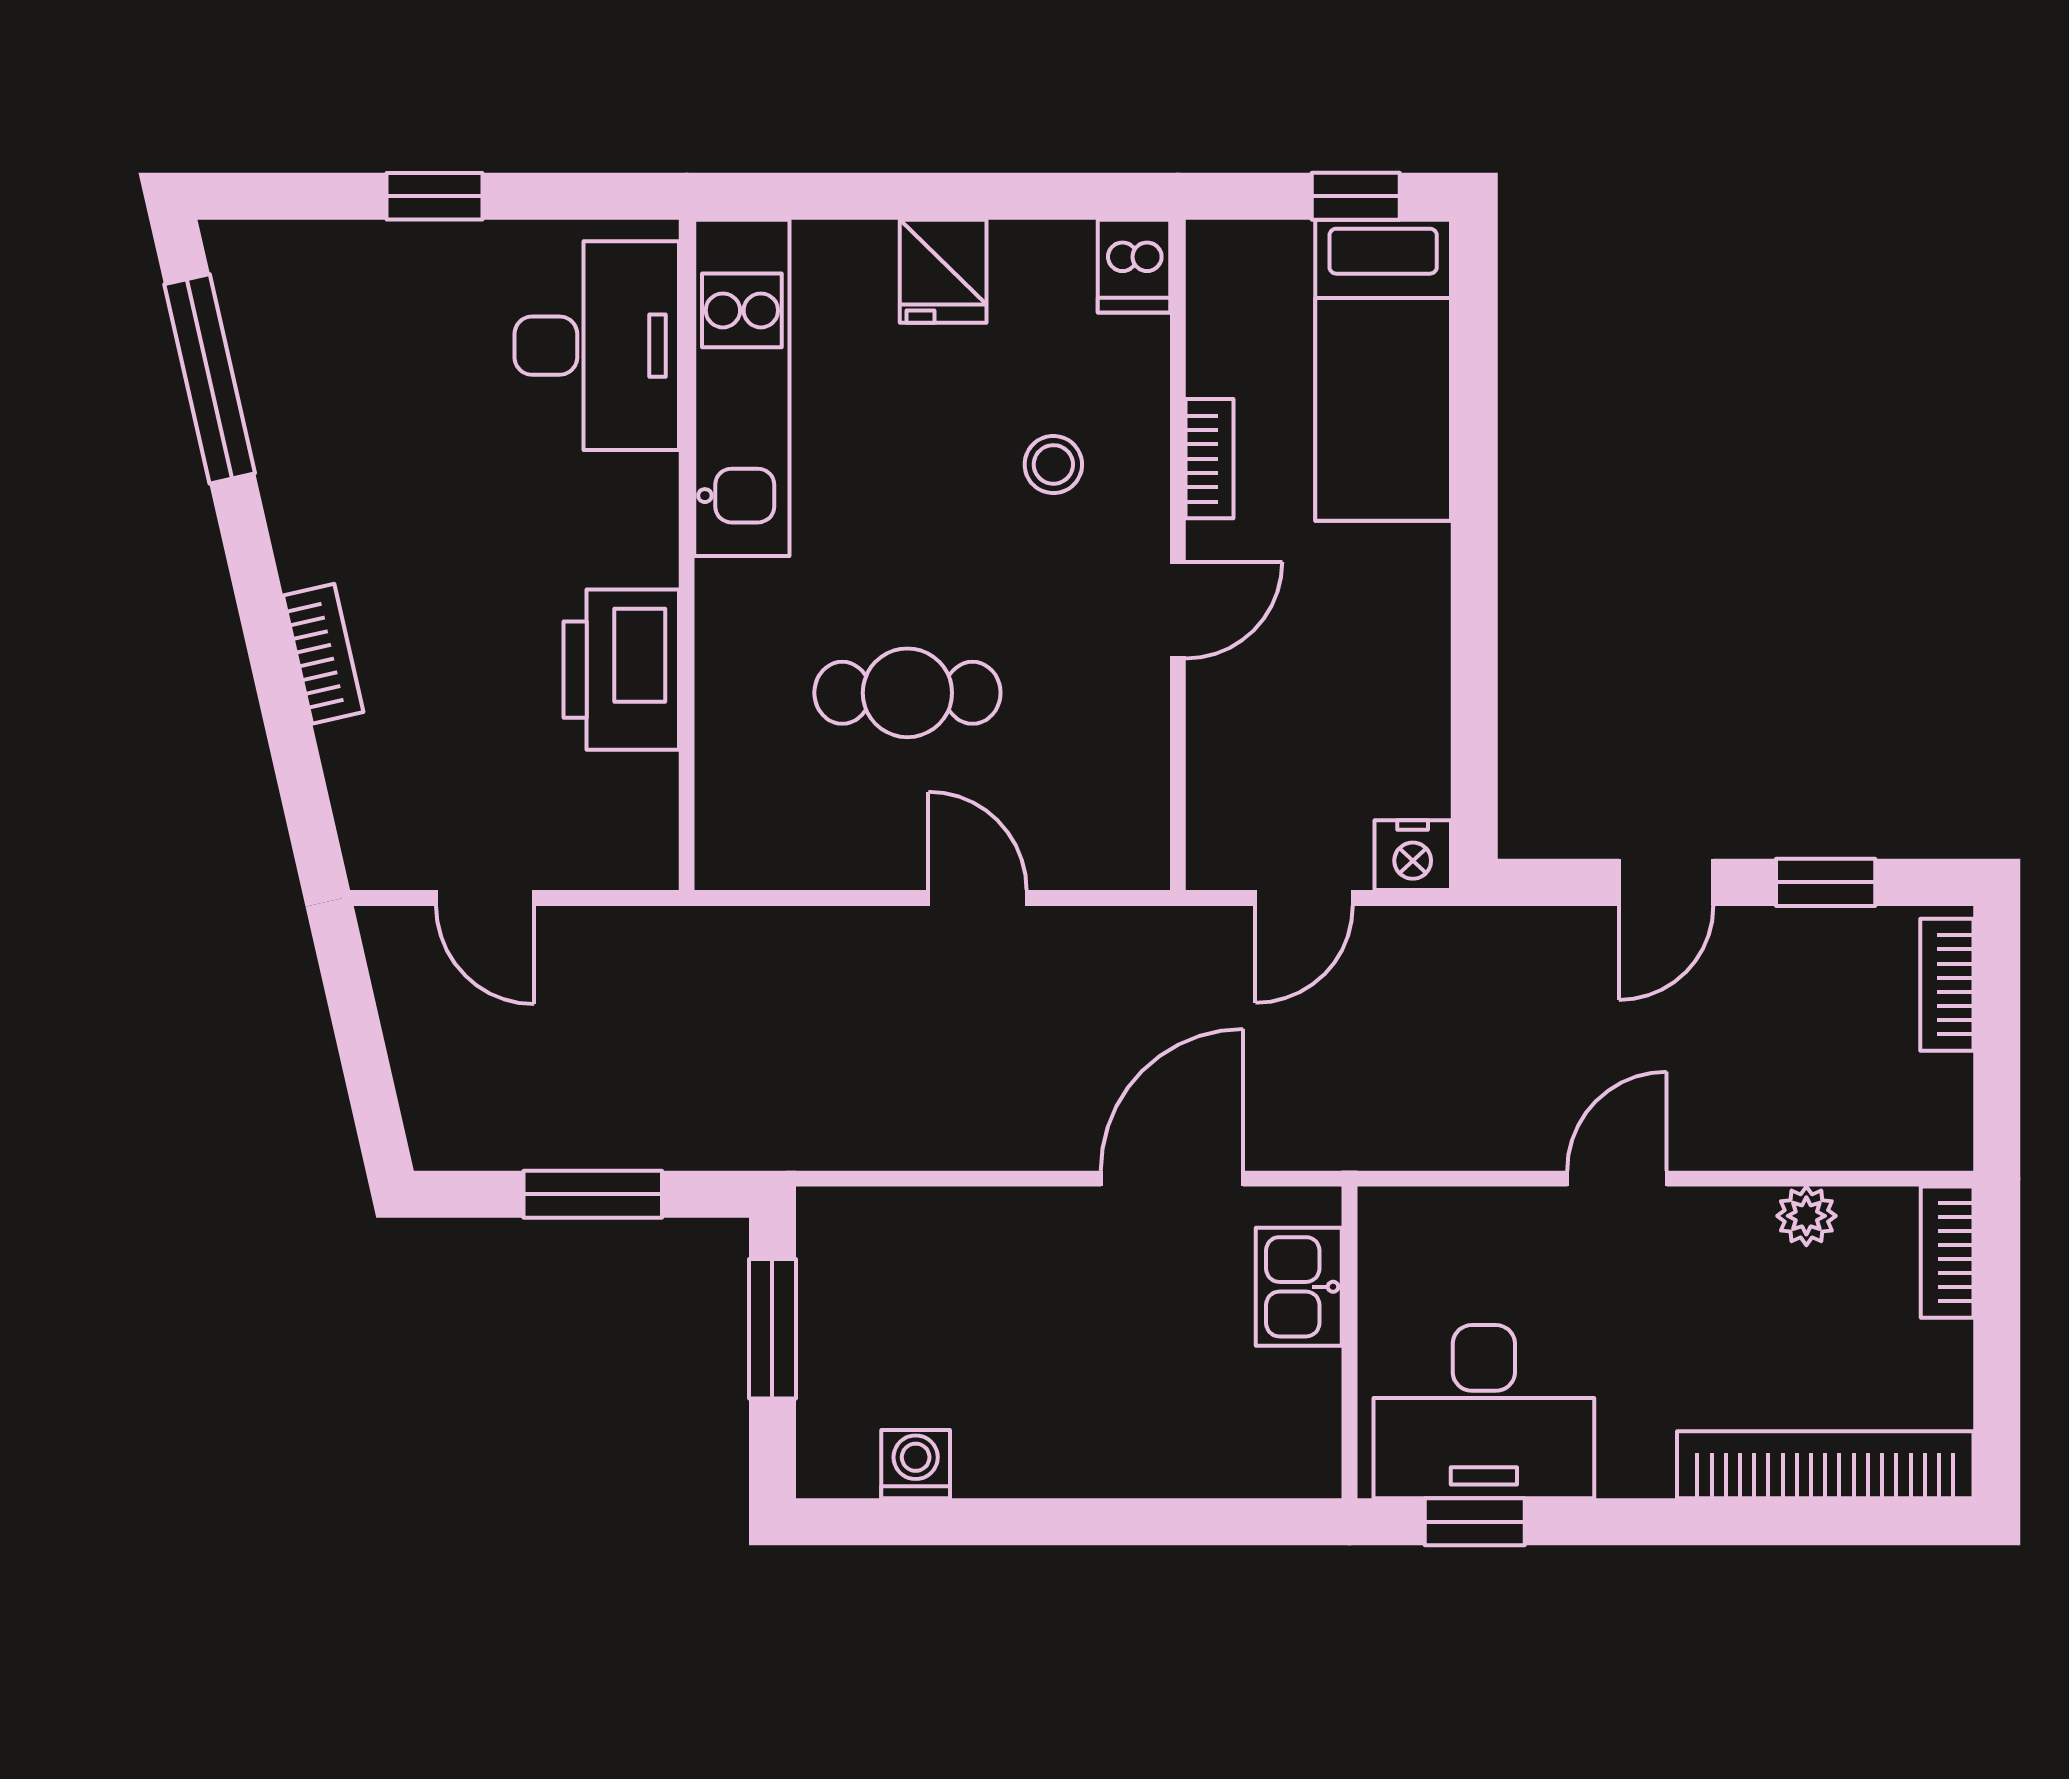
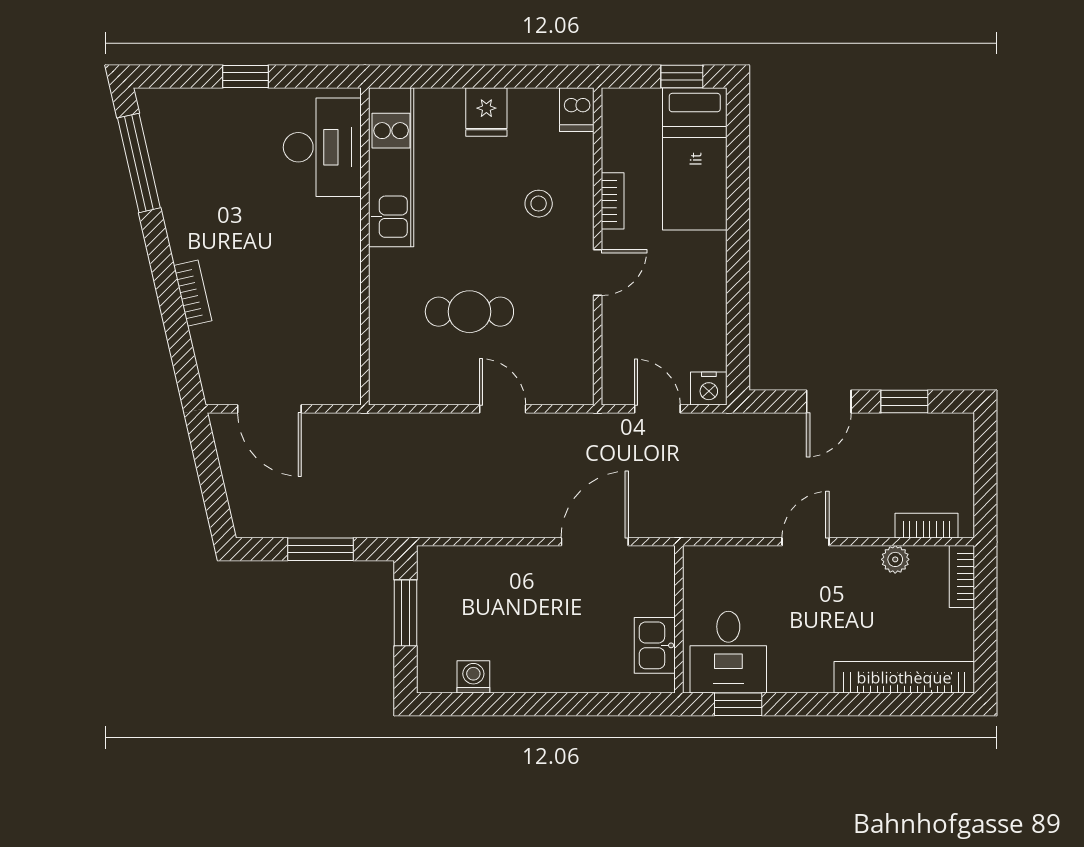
printer: (621, 670) -> (334, 301), removed
door: (485, 898) -> (269, 409), width x1.38
door: (1304, 898) -> (657, 409), swing flipped
bookcase: (1947, 985) -> (926, 526), moved, turned 90
kitchen sink: (1299, 1287) -> (655, 645), moved
desk: (1484, 1412) -> (728, 652), width x0.73

